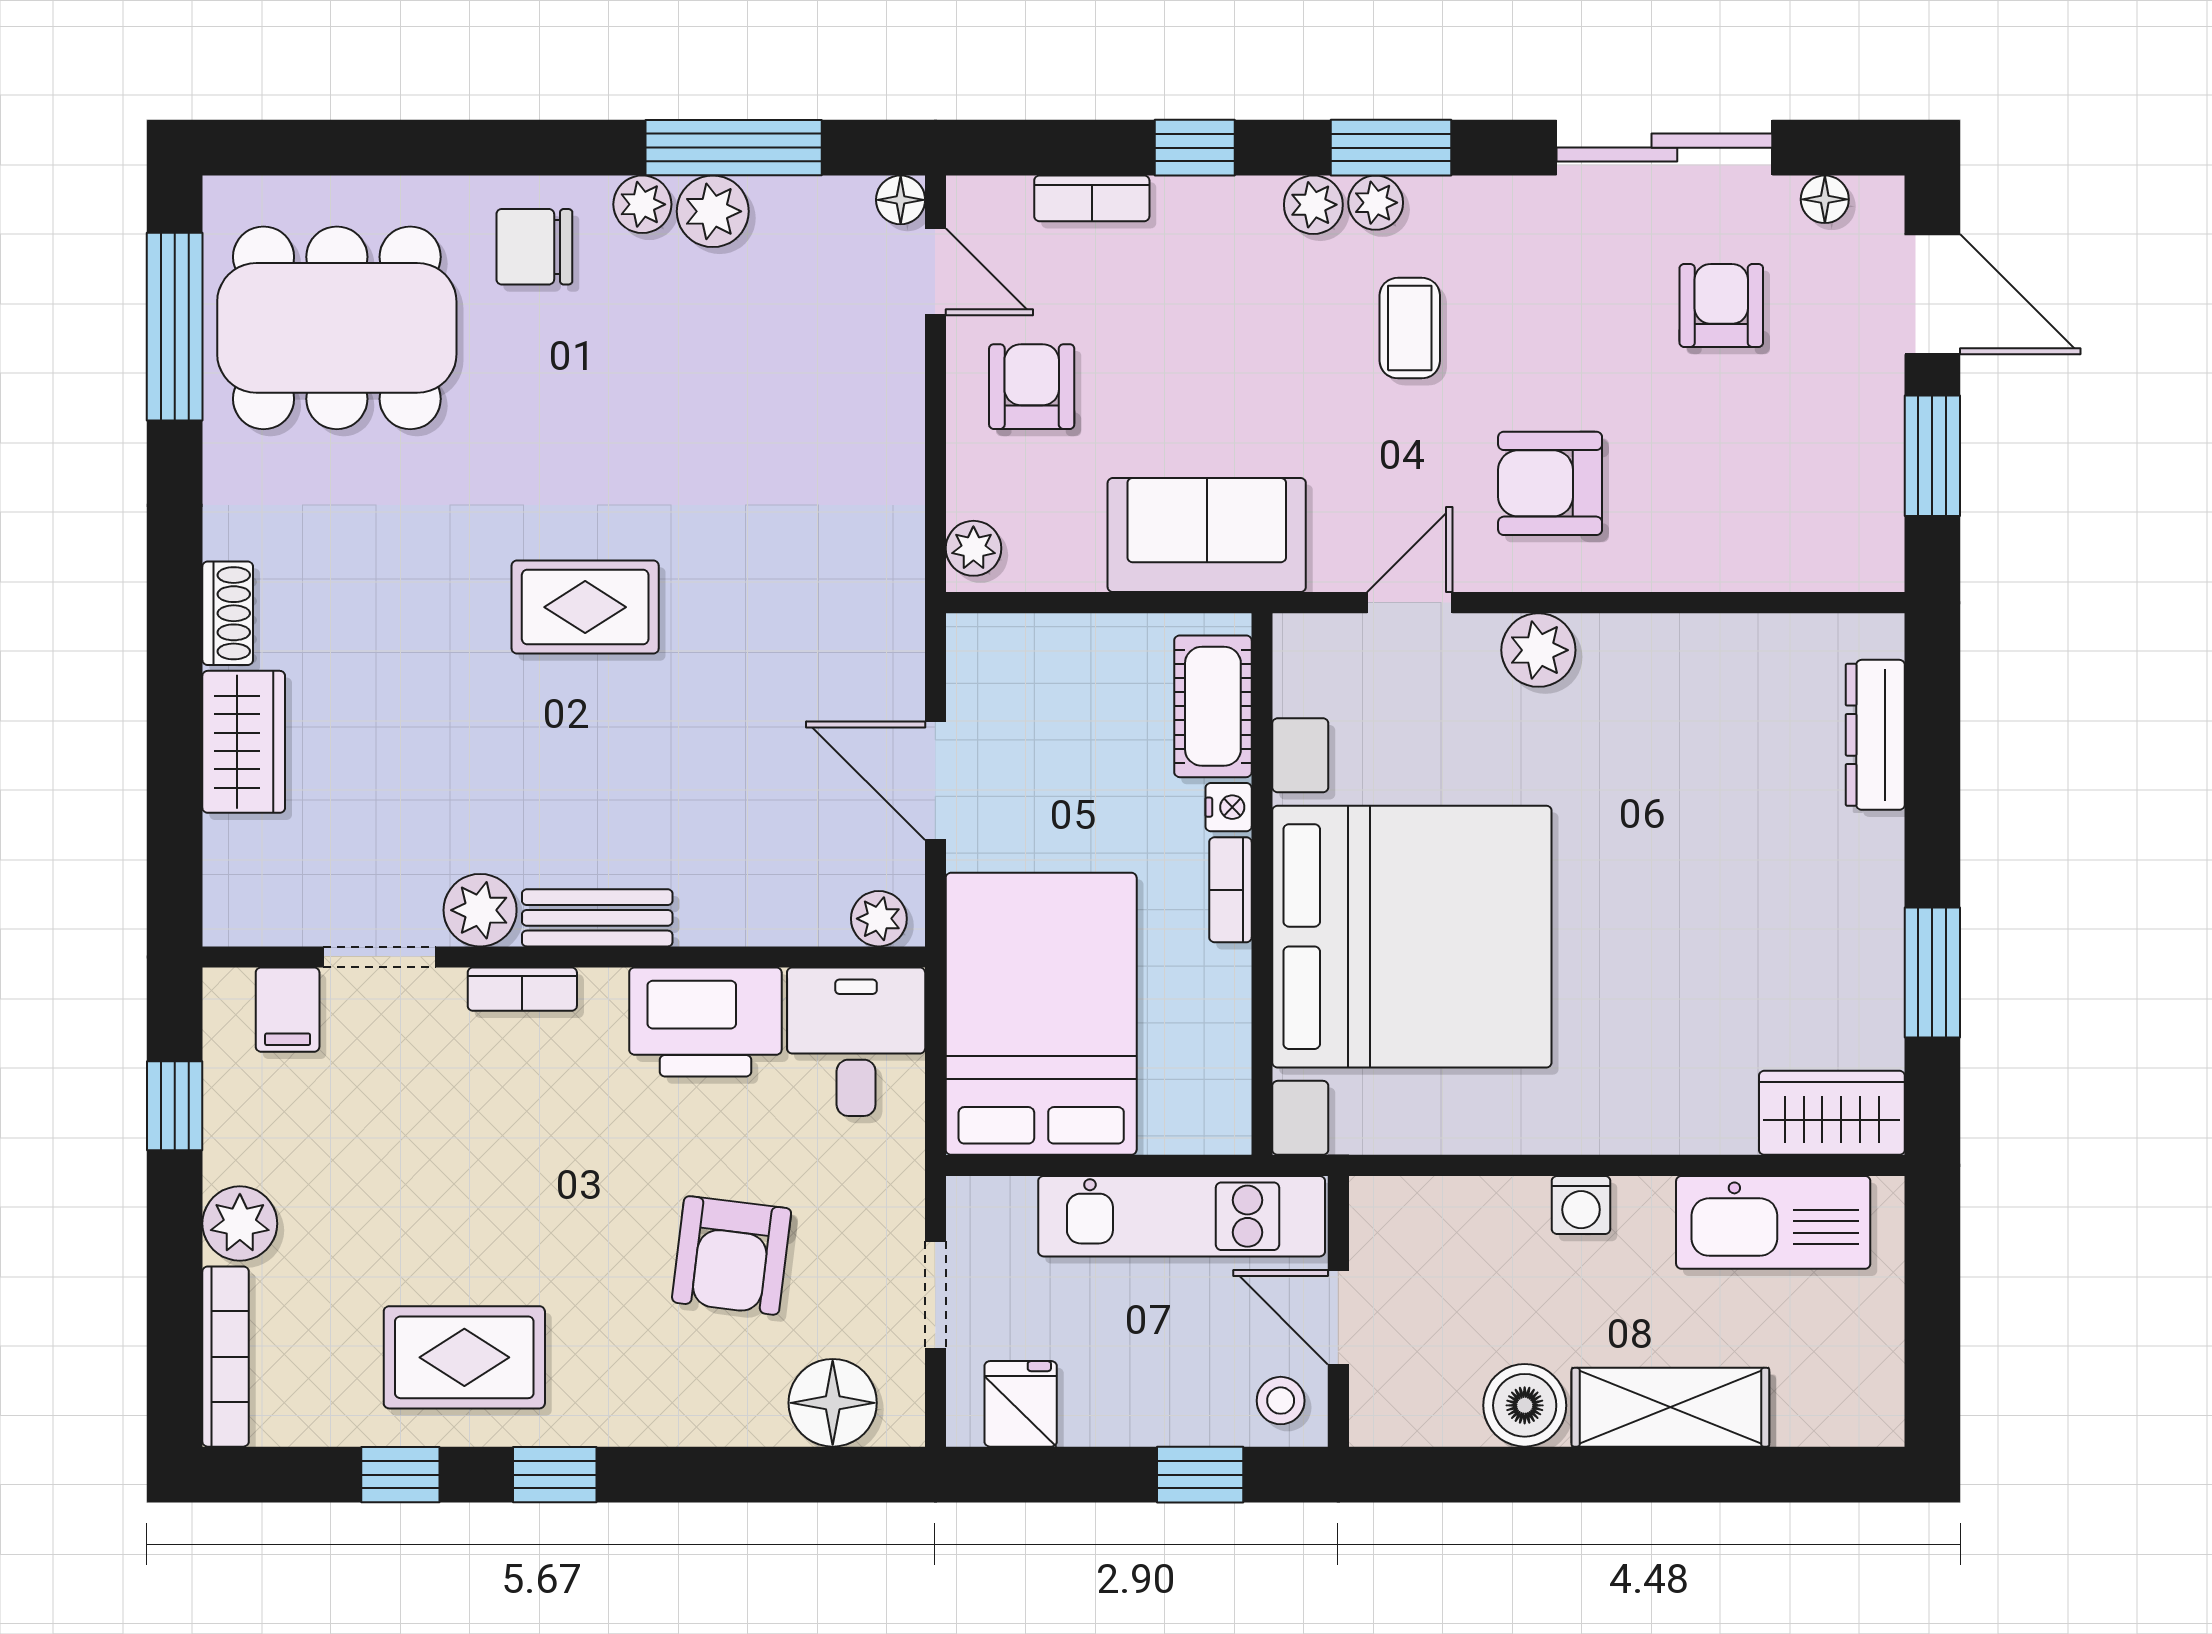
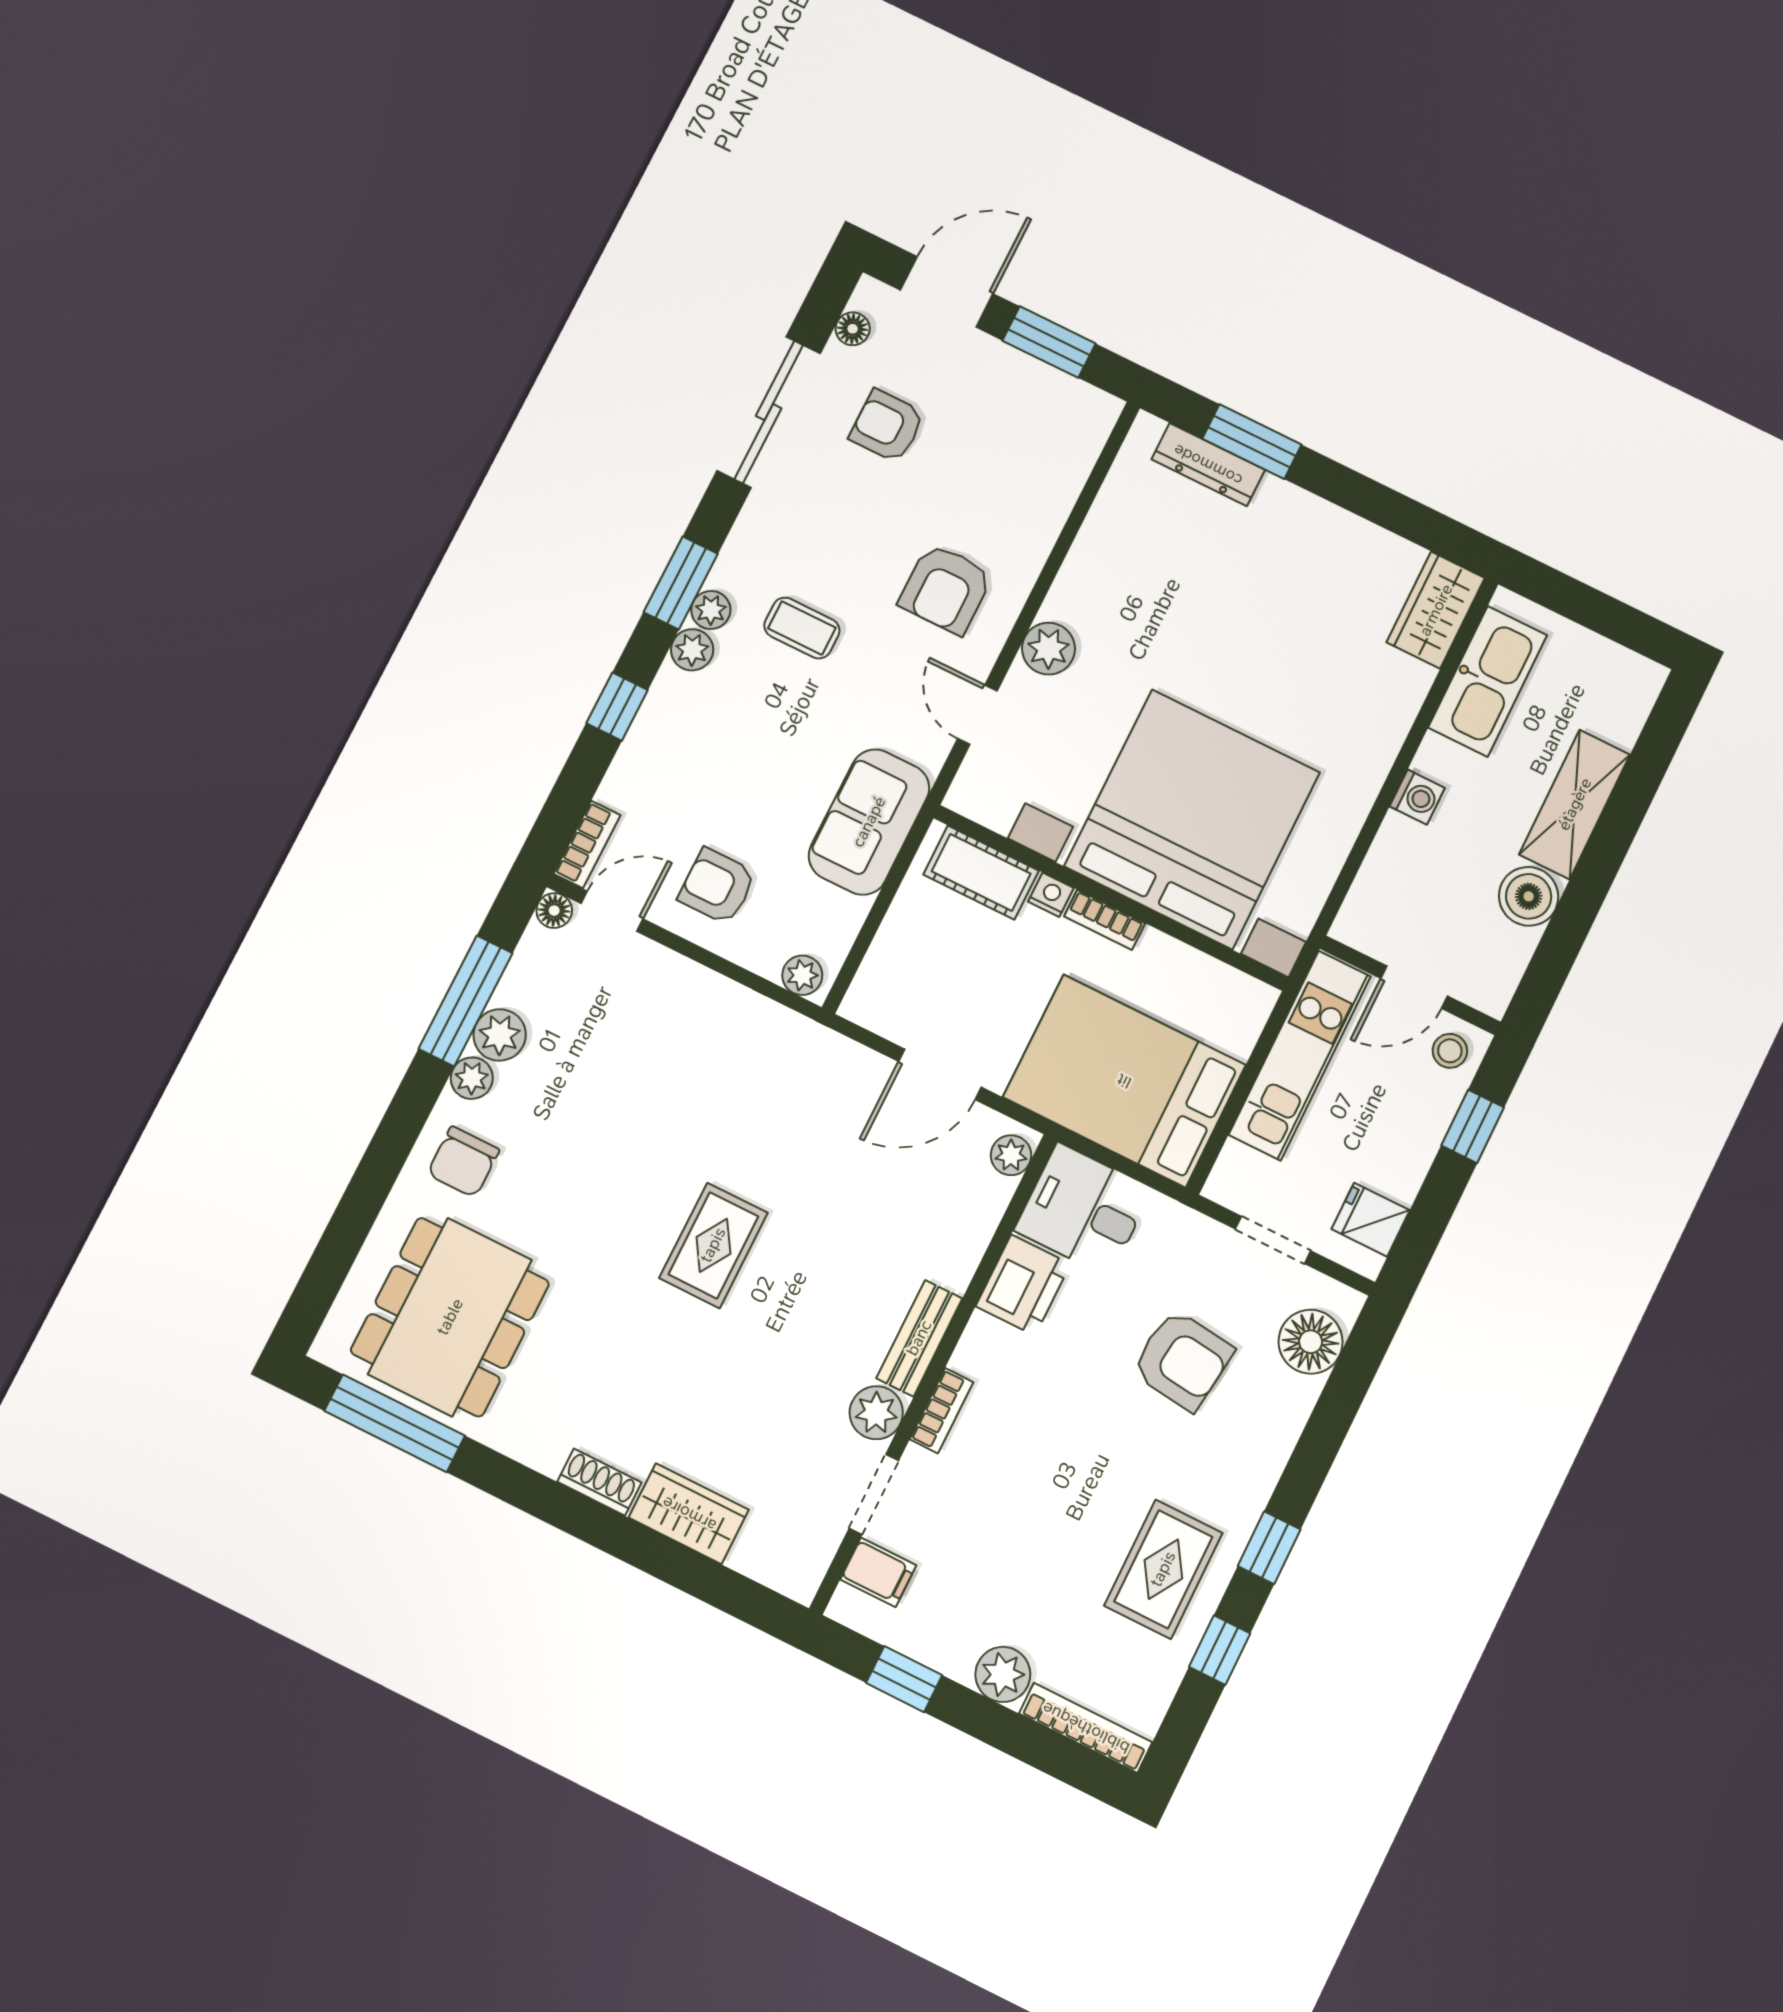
bookcase: (1092, 198) -> (587, 844), moved
window: (1932, 973) -> (1252, 442), moved
printer: (705, 1022) -> (1023, 1285), width x0.73, depth x0.84

